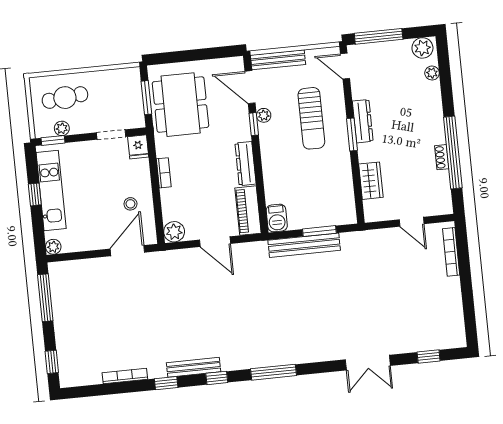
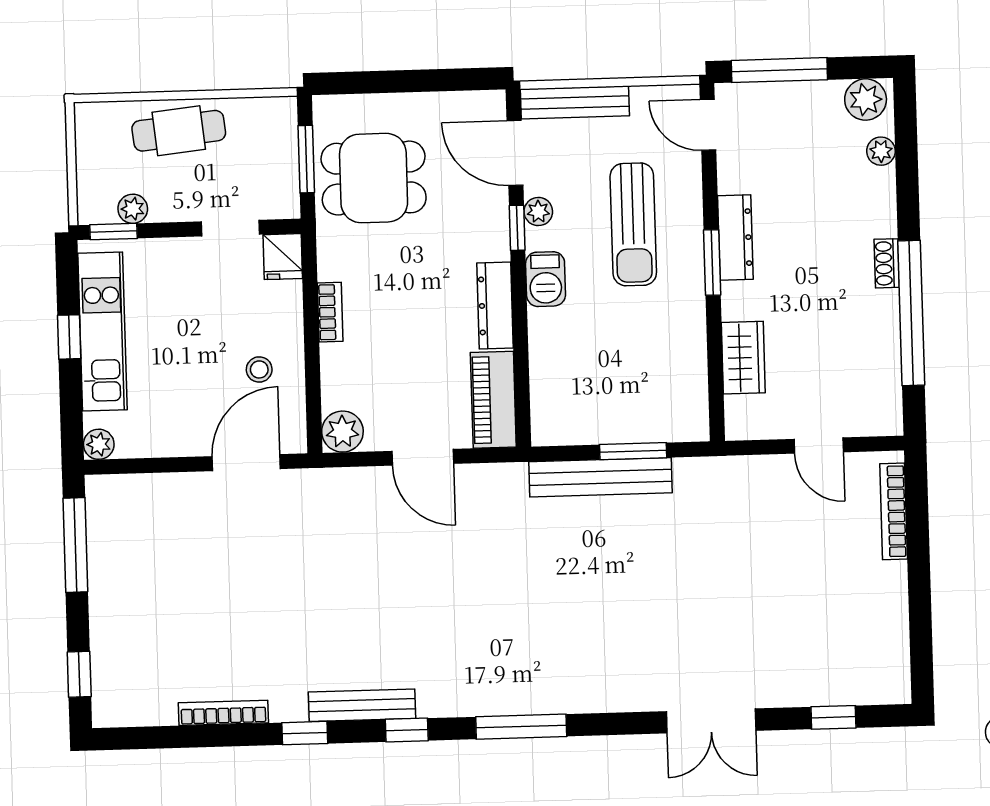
cafe table: (65, 98) -> (179, 131), moved
dining table: (181, 105) -> (374, 178), width x0.73
shoe rack: (442, 157) -> (887, 263), moved
barbecue: (277, 218) -> (546, 279), moved

